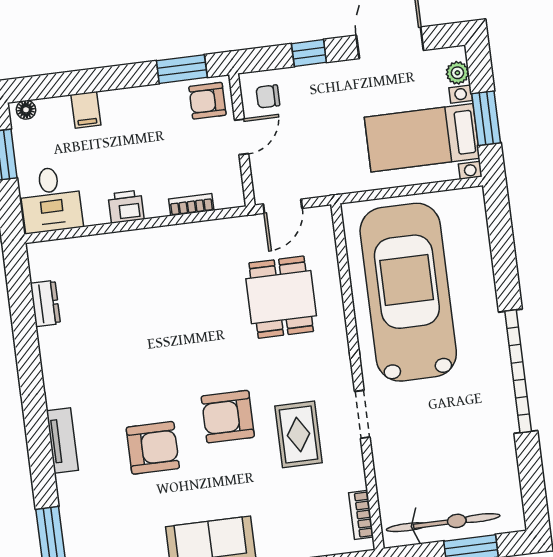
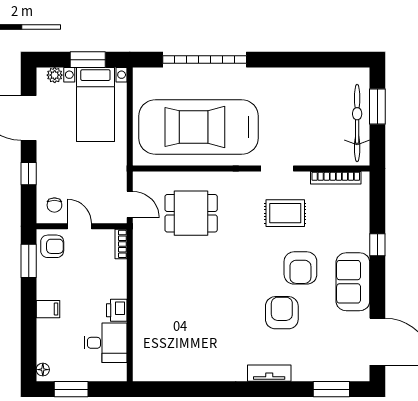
armchair: (207, 101) -> (52, 246), turned -90
filing cabinet: (86, 110) -> (48, 309), moved
desk: (51, 200) -> (106, 343), moved
bookcase: (191, 205) -> (121, 244), moved
dresser: (45, 303) -> (175, 373), removed
garage door: (518, 371) -> (205, 60), moved
armchair: (228, 417) -> (300, 268), moved
bookcase: (361, 515) -> (336, 178), width x1.56

